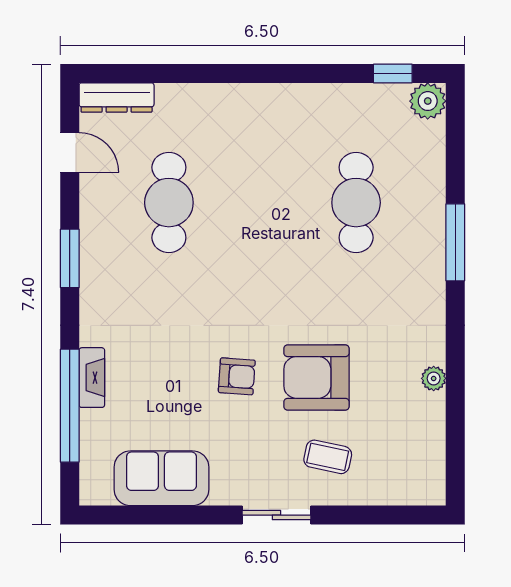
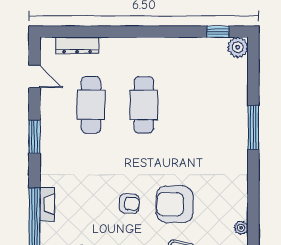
dresser: (117, 97) -> (77, 45), moved
cafe table: (356, 203) -> (144, 105), moved
plant: (434, 378) -> (241, 228), moved

